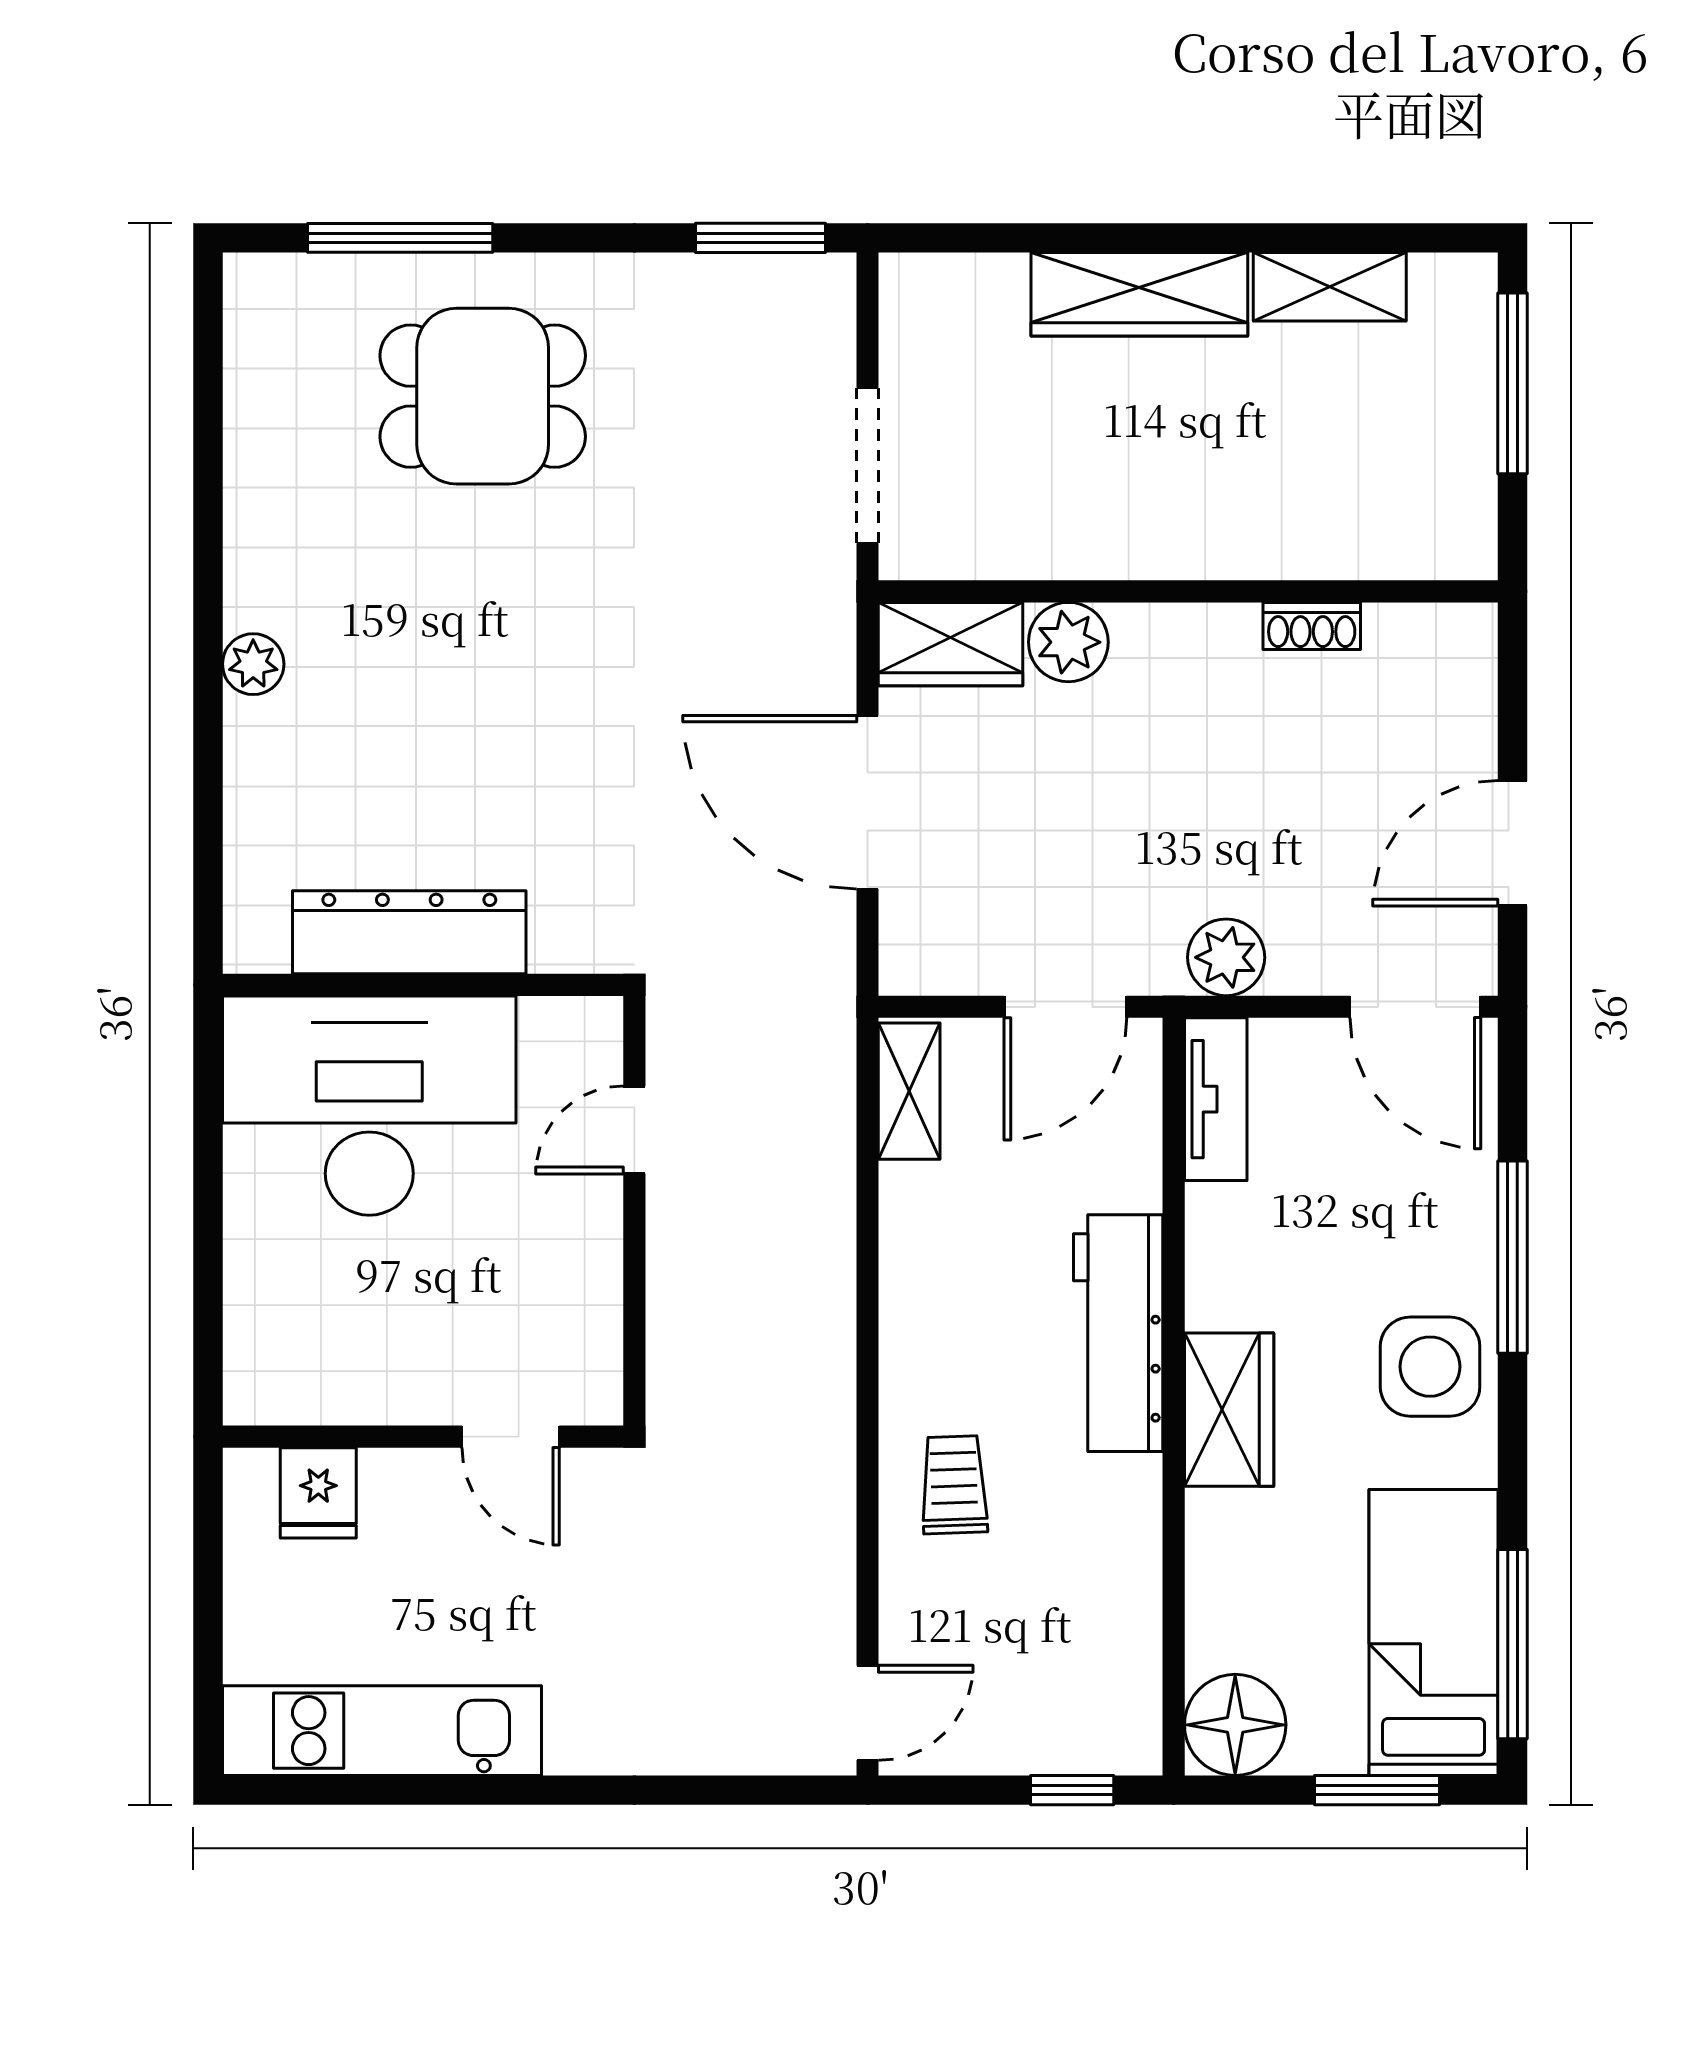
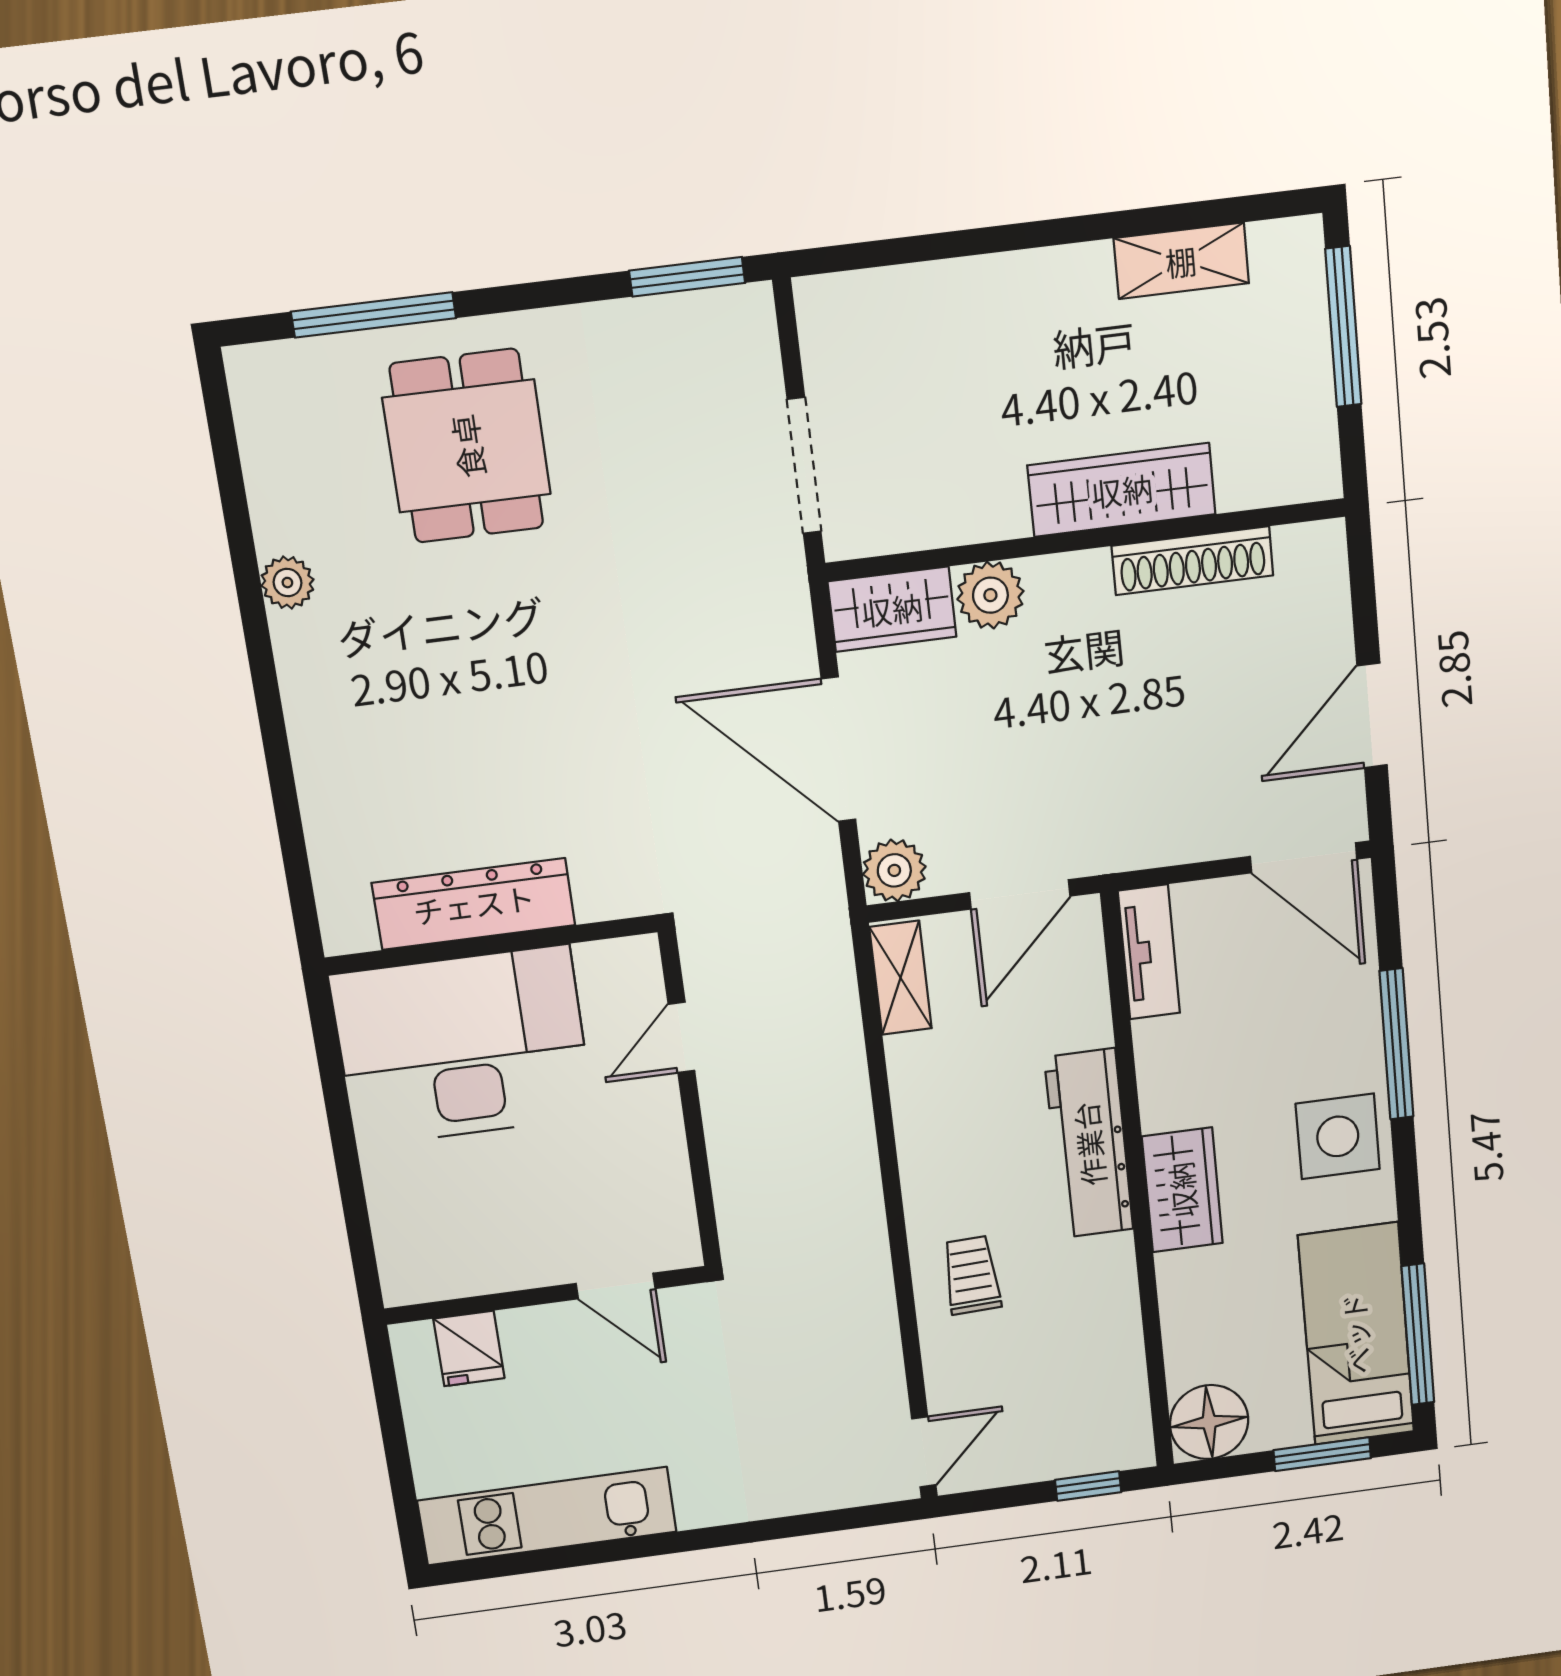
wardrobe: (1139, 294) -> (1122, 490), moved, turned 180
dining table: (483, 396) -> (467, 446), turned 90
shoe rack: (1312, 626) -> (1192, 561), width x1.94, depth x1.24
plant: (253, 664) -> (287, 583), moved
plant: (1226, 957) -> (894, 870), moved

